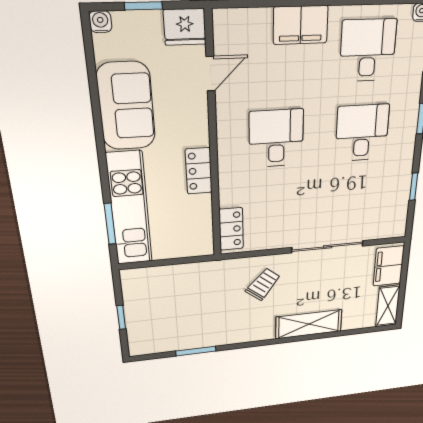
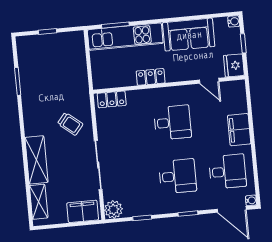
plant: (394, 226) -> (113, 209), added
shelving: (388, 306) -> (39, 202), moved, turned 90

